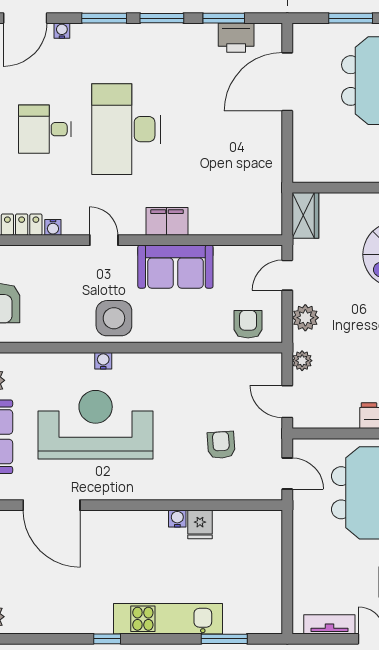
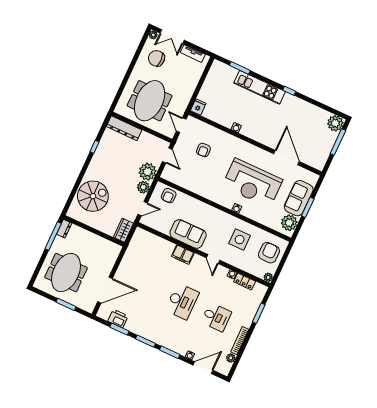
desk: (126, 129) -> (182, 301), width x0.73, depth x0.77
side table: (114, 318) -> (240, 240), moved
plant: (302, 361) -> (148, 172), width x1.88, depth x1.88
fridge: (200, 524) -> (198, 107), moved

